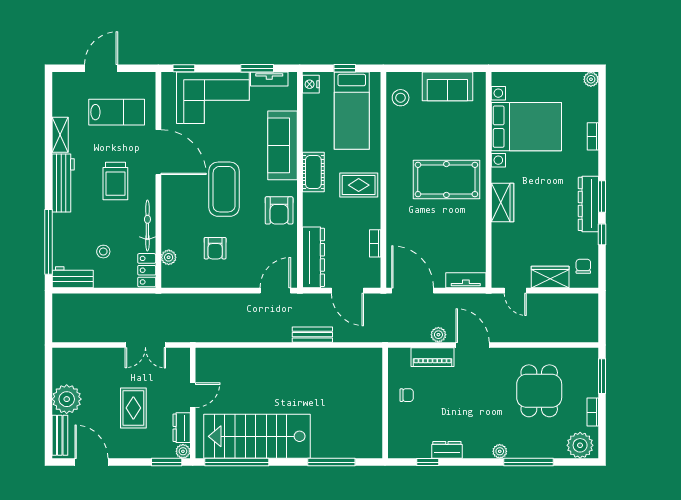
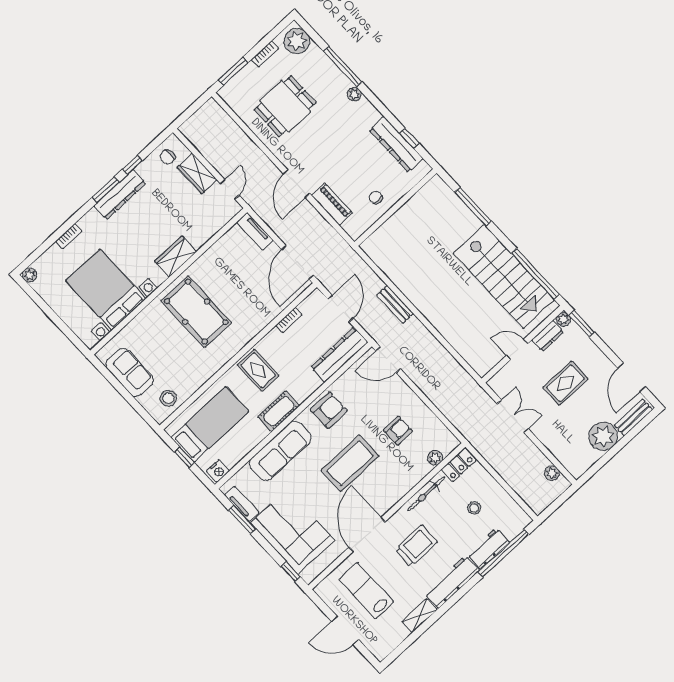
workbench: (73, 277) -> (488, 548), moved, turned 90
plant: (438, 335) -> (552, 473), moved
dresser: (447, 450) -> (396, 144), width x1.96, depth x1.24

